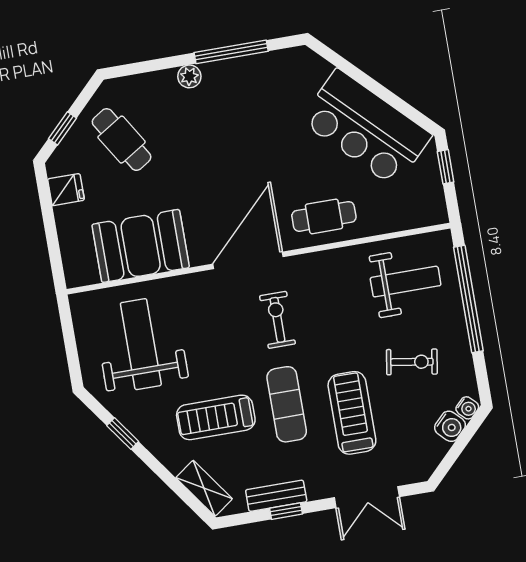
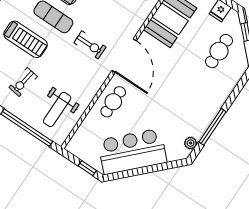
plant: (189, 76) -> (190, 143), moved
cafe table: (122, 140) -> (219, 51), turned -58

